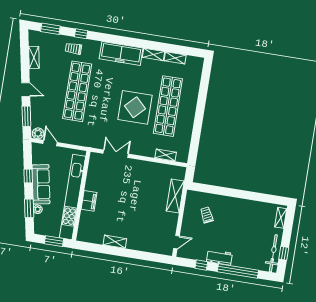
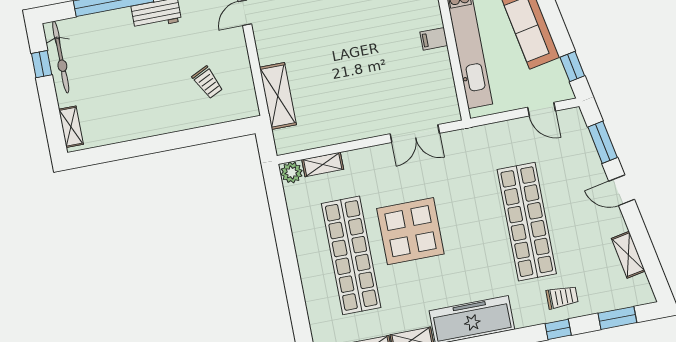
plant: (38, 133) -> (292, 172), moved
window: (28, 176) -> (572, 66), moved
filing cabinet: (89, 201) -> (434, 39), width x0.50

